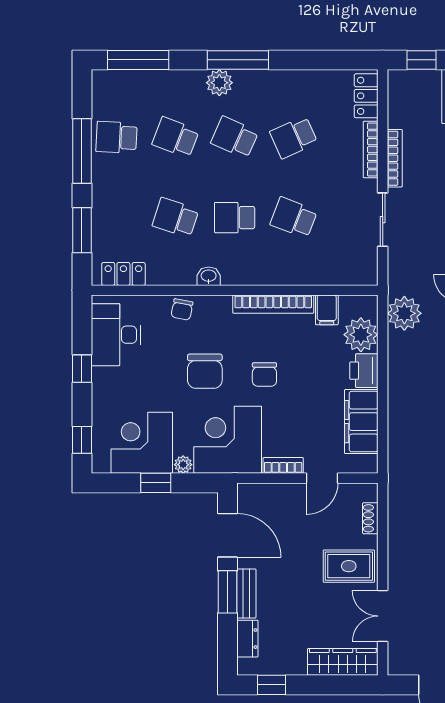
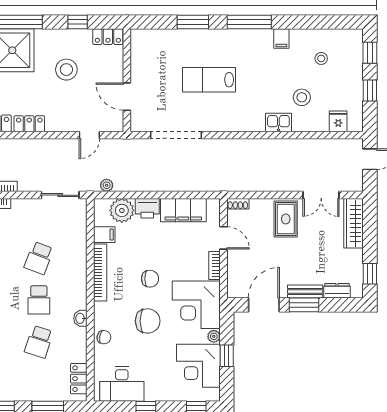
sliding door: (383, 220) -> (60, 195), moved
plant: (404, 313) -> (107, 185), width x0.53, depth x0.53
shoe rack: (370, 518) -> (238, 204), moved

